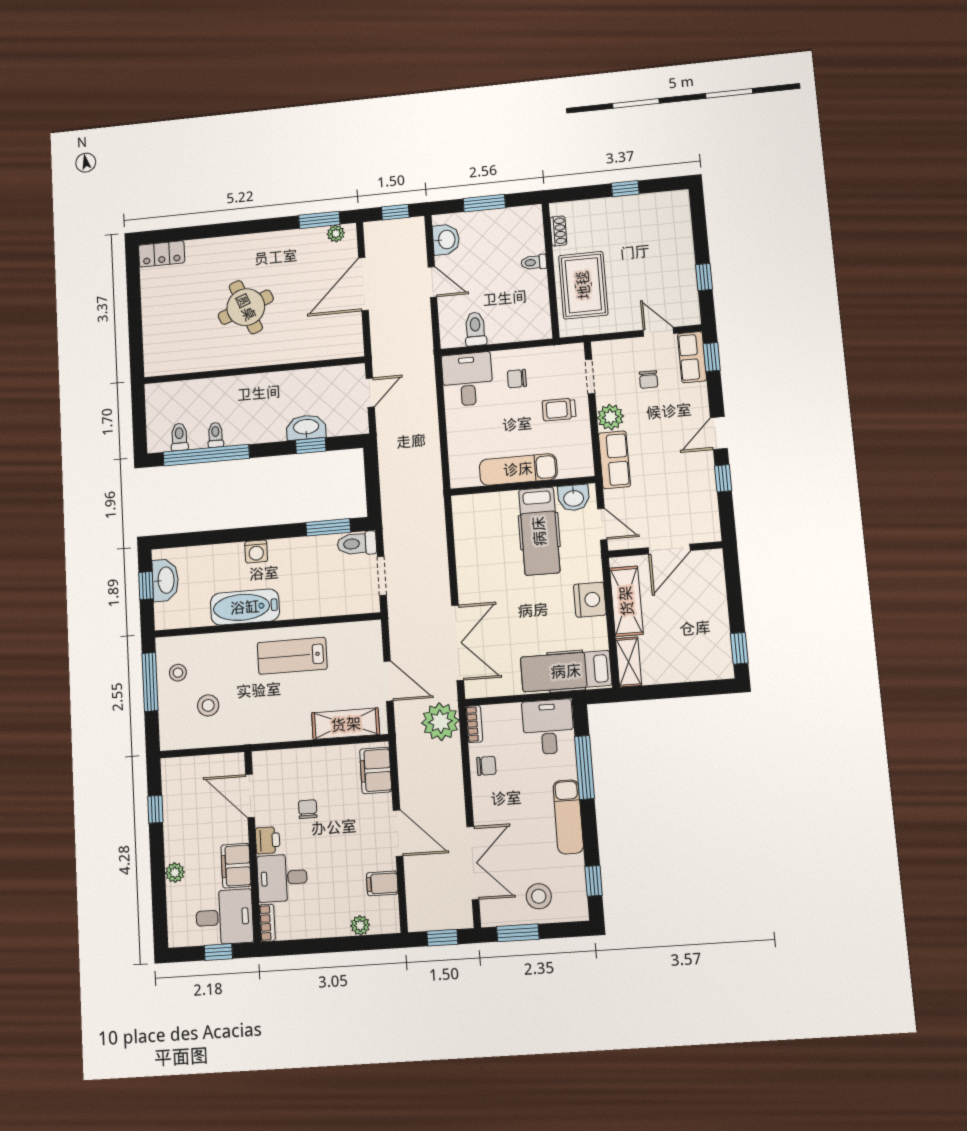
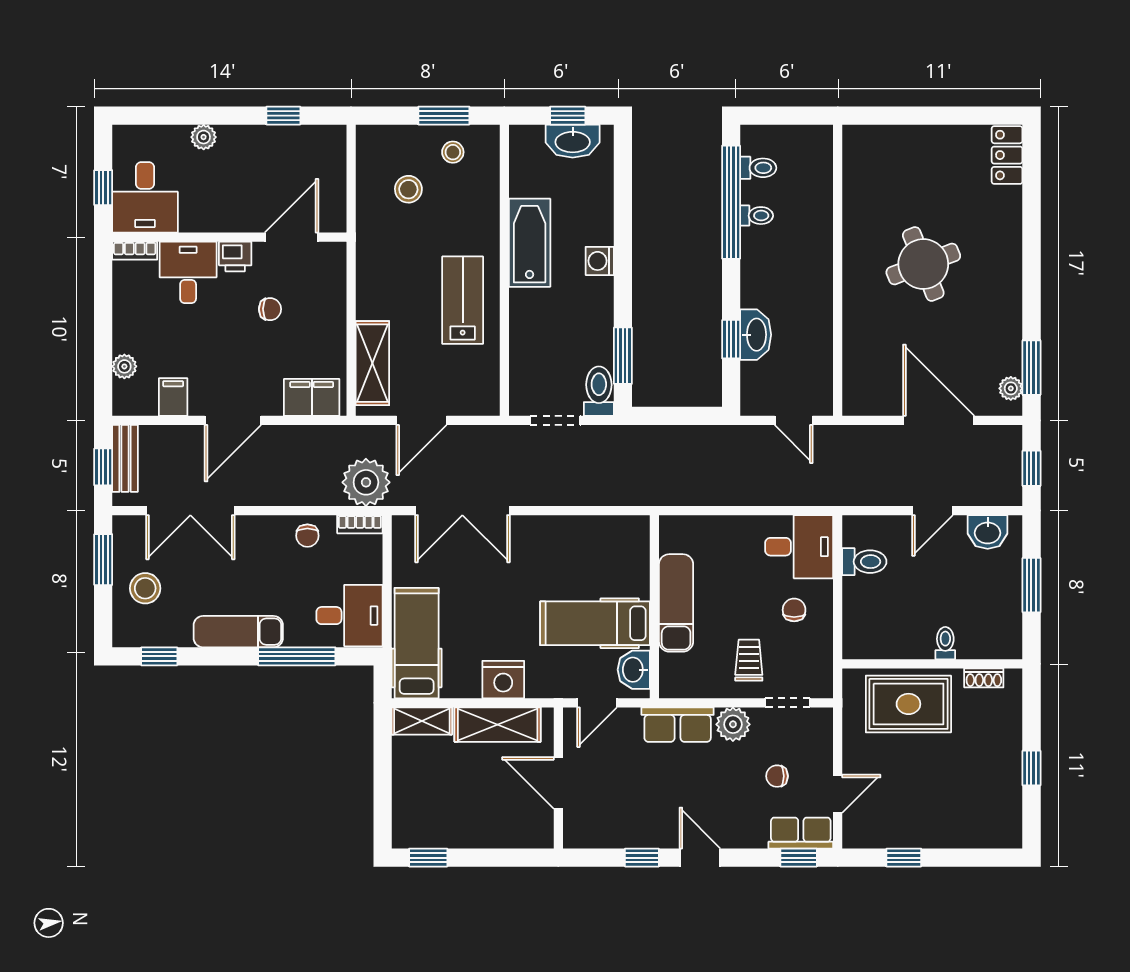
window: (150, 682) -> (444, 116), width x0.69
filing cabinet: (236, 866) -> (207, 215), removed
bench: (434, 920) -> (125, 458), added

